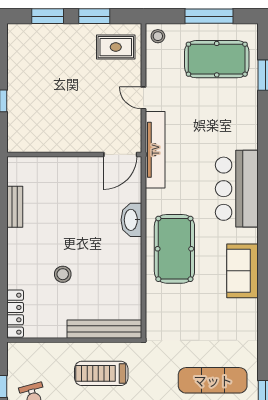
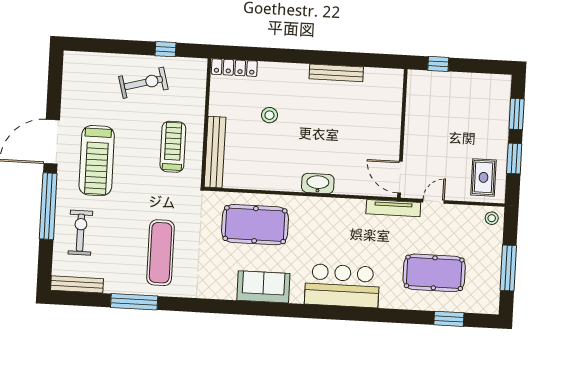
pool table: (217, 59) -> (434, 273), moved, turned 90
tv unit: (155, 150) -> (393, 208), width x0.73, depth x0.78
wall: (74, 154) -> (402, 133), moved
door: (120, 154) -> (400, 177), moved
bench: (15, 207) -> (336, 73), width x1.36
pool table: (174, 249) -> (255, 225), moved

